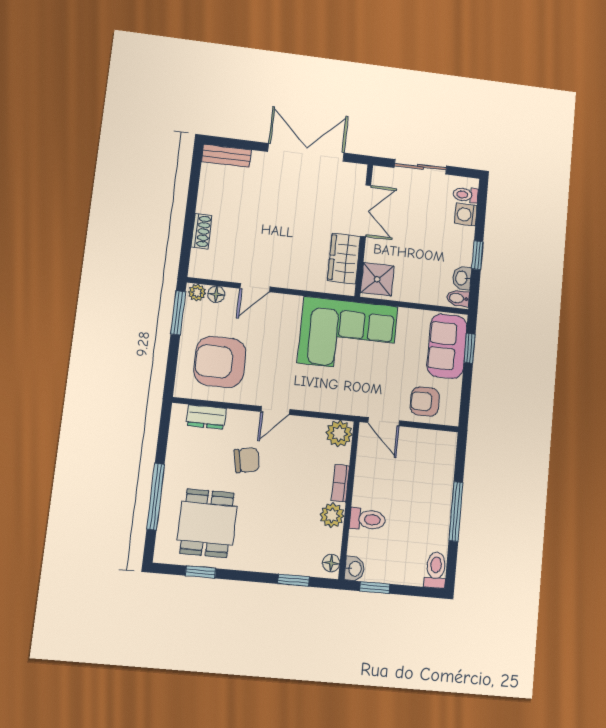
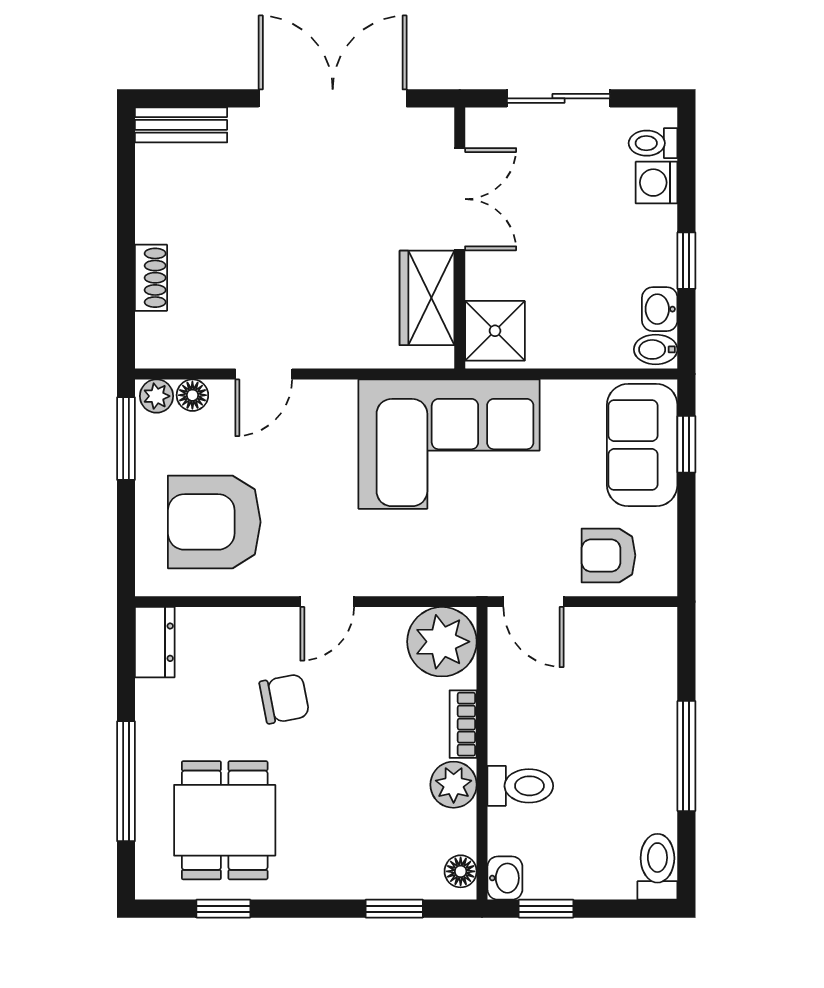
dresser: (206, 417) -> (155, 642), moved, turned -90
plant: (339, 434) -> (442, 642), width x1.36, depth x1.36

